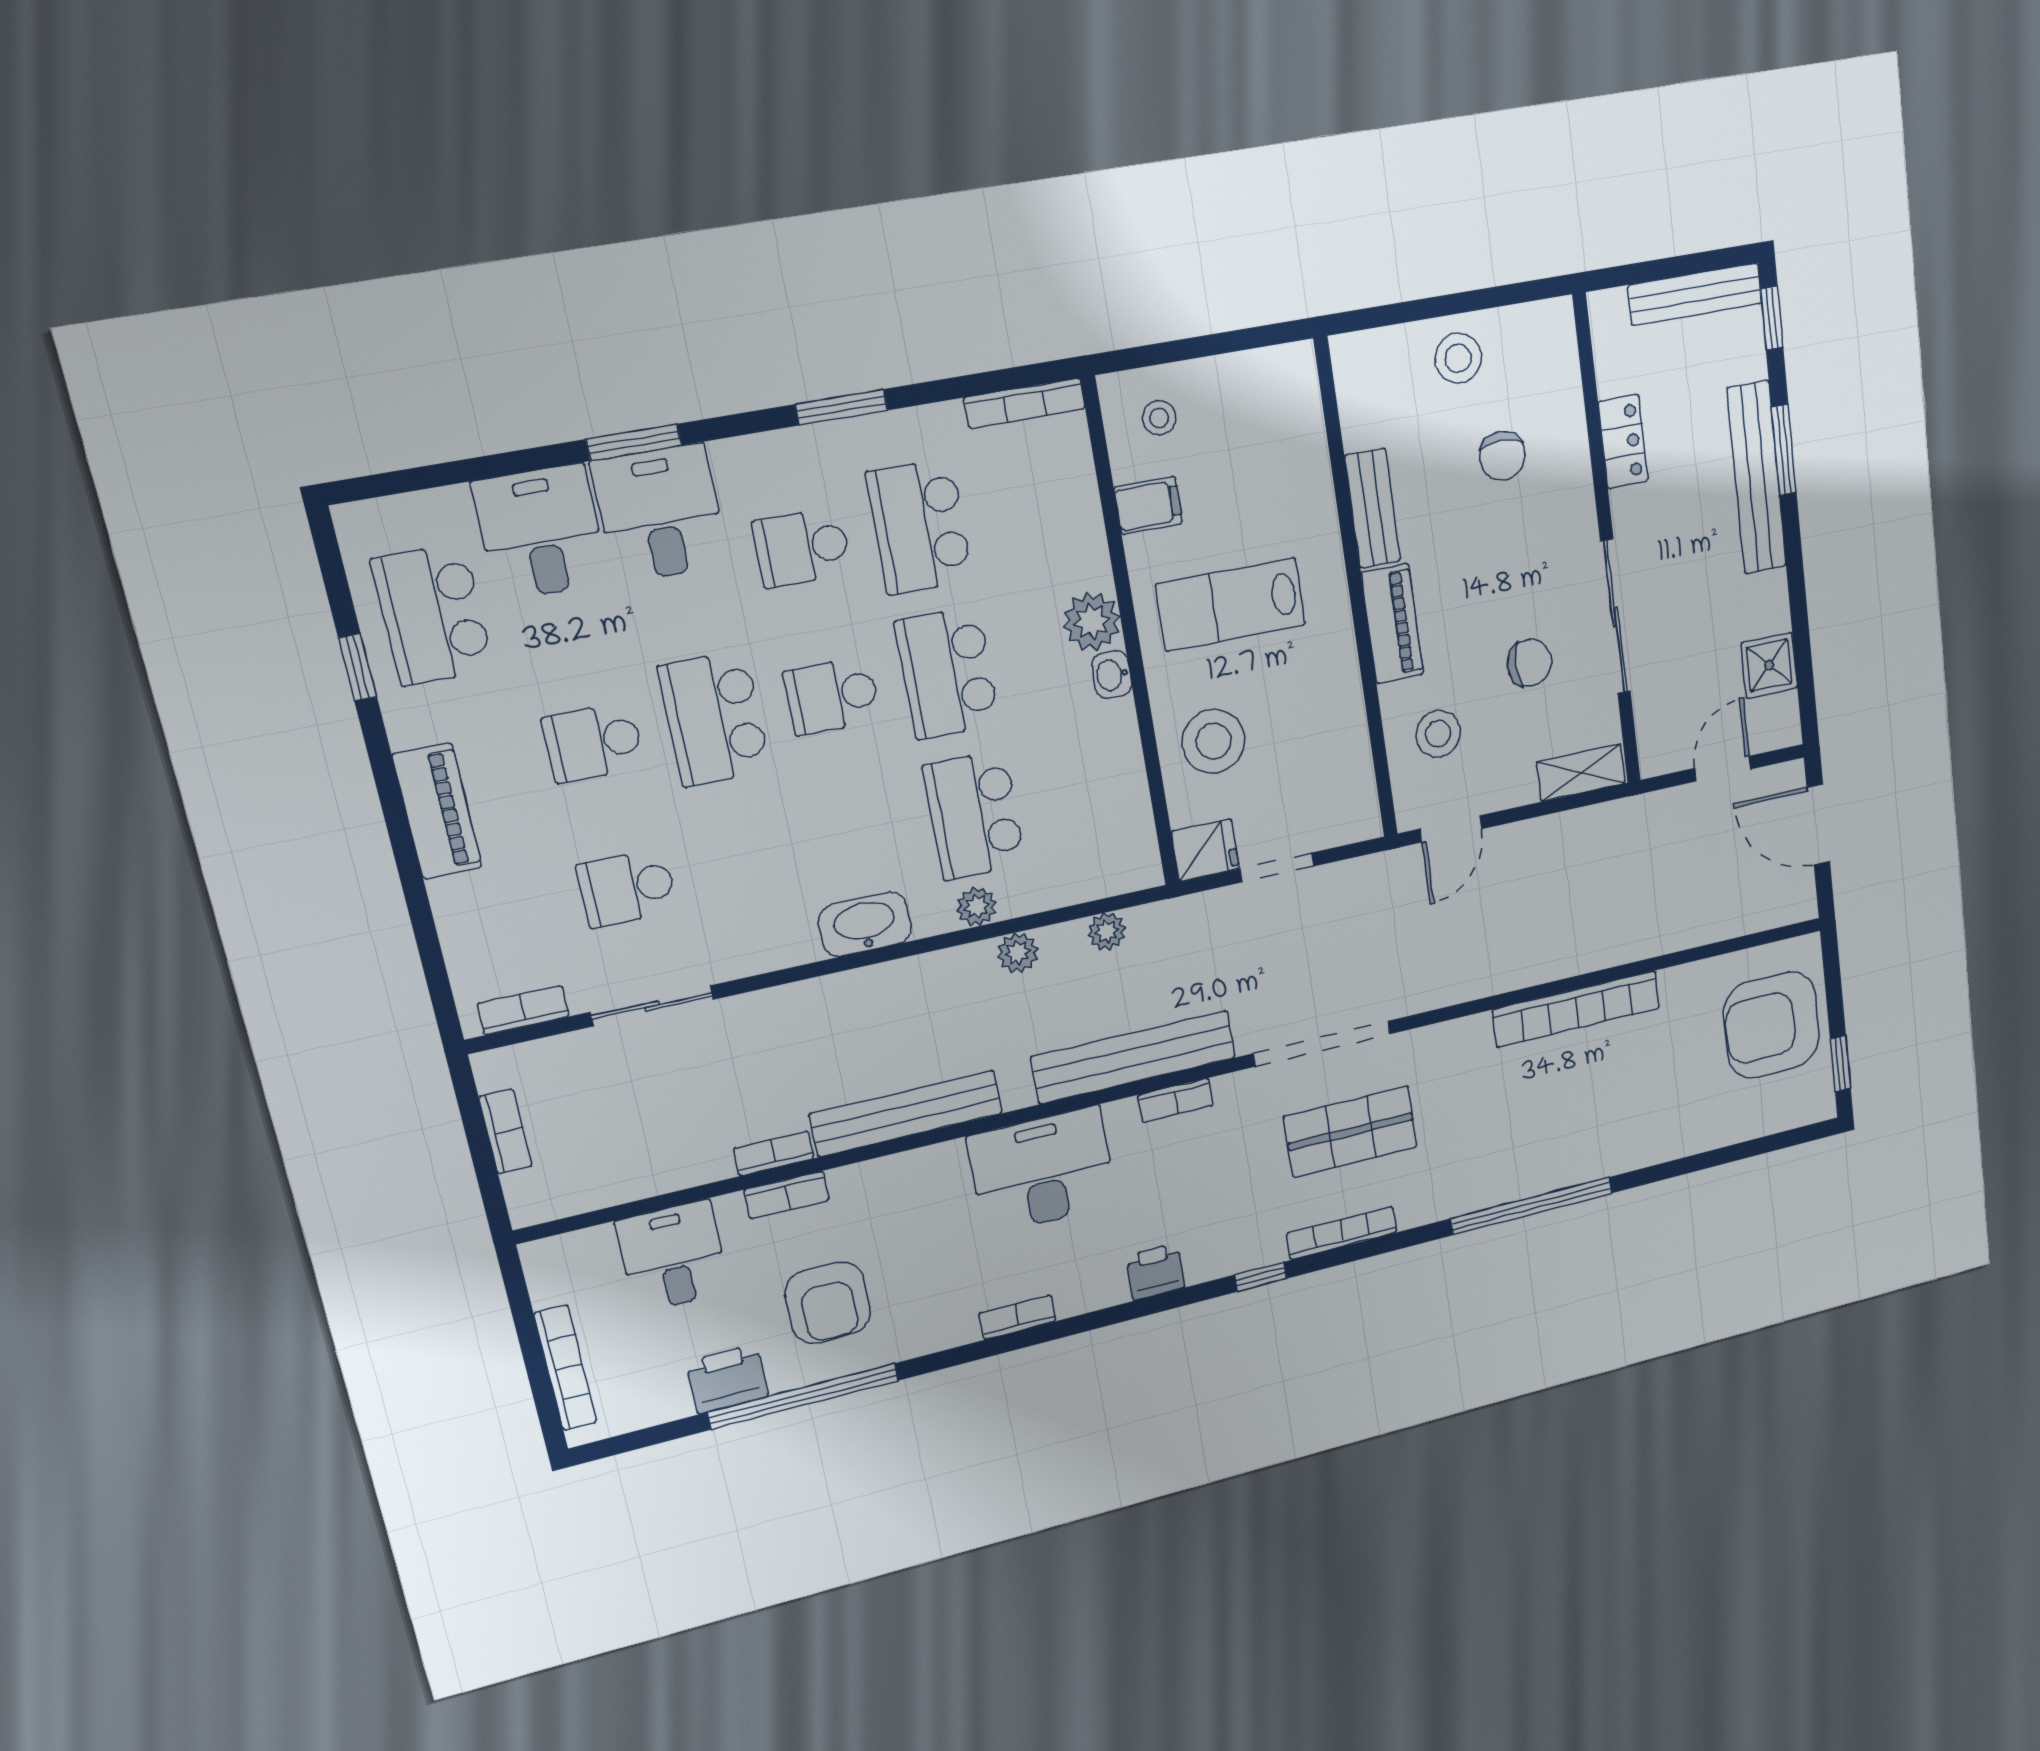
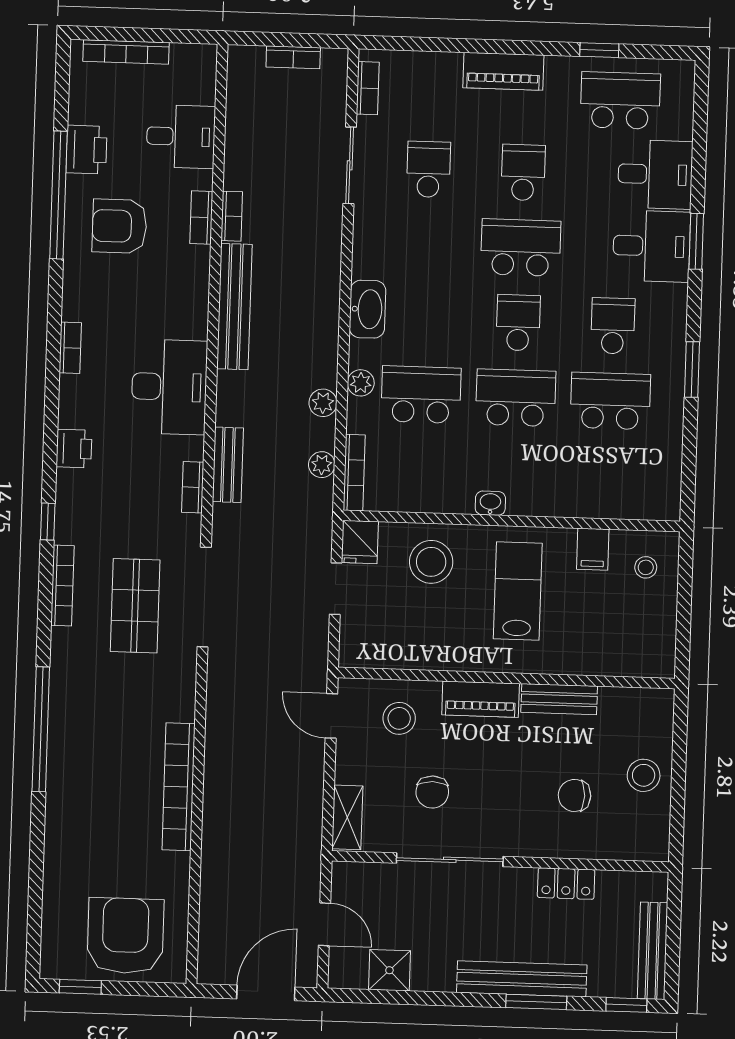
bookcase: (1025, 403) -> (354, 473), moved, turned 180
plant: (1092, 622) -> (527, 497), removed
bench: (1134, 1057) -> (228, 465), width x0.54, depth x0.82

